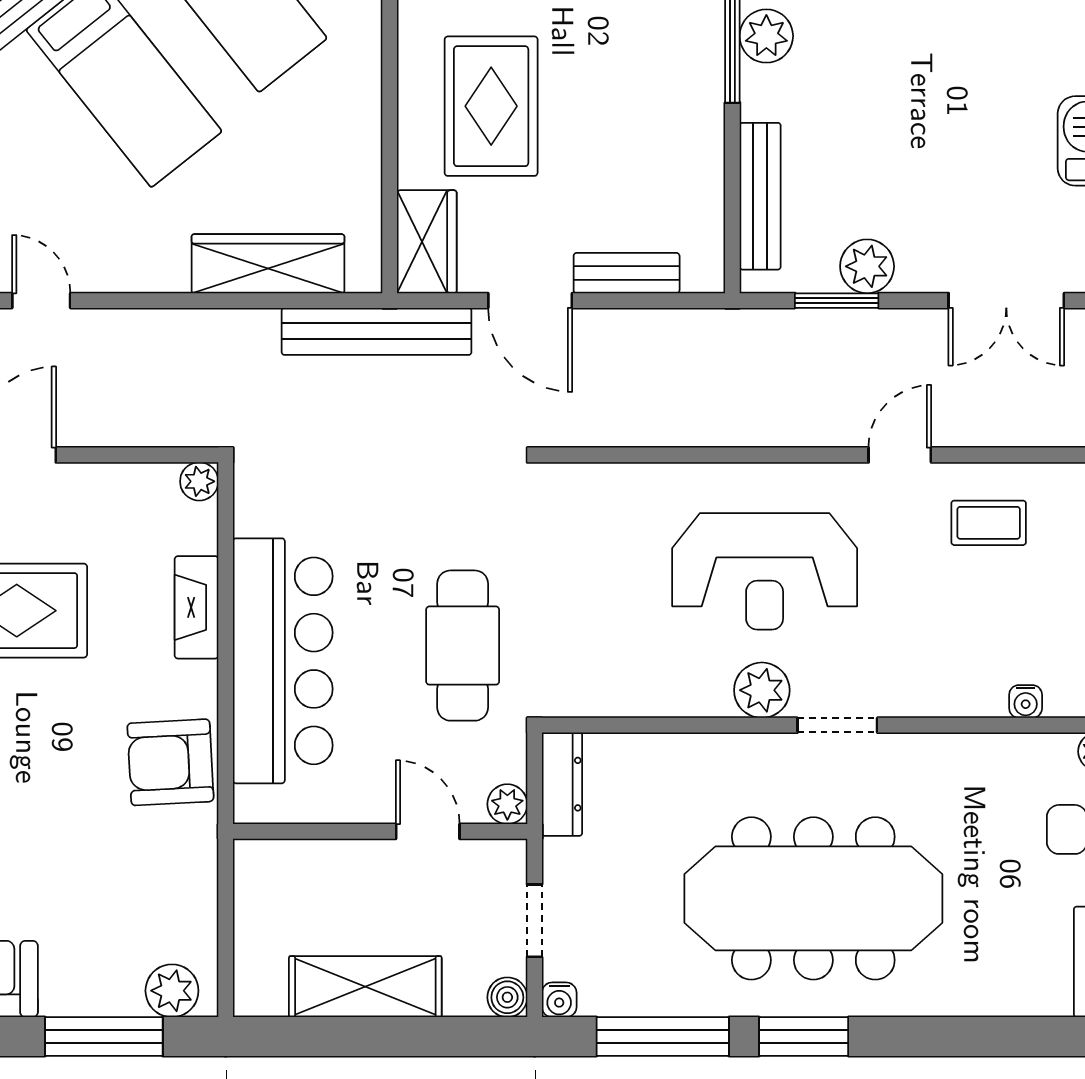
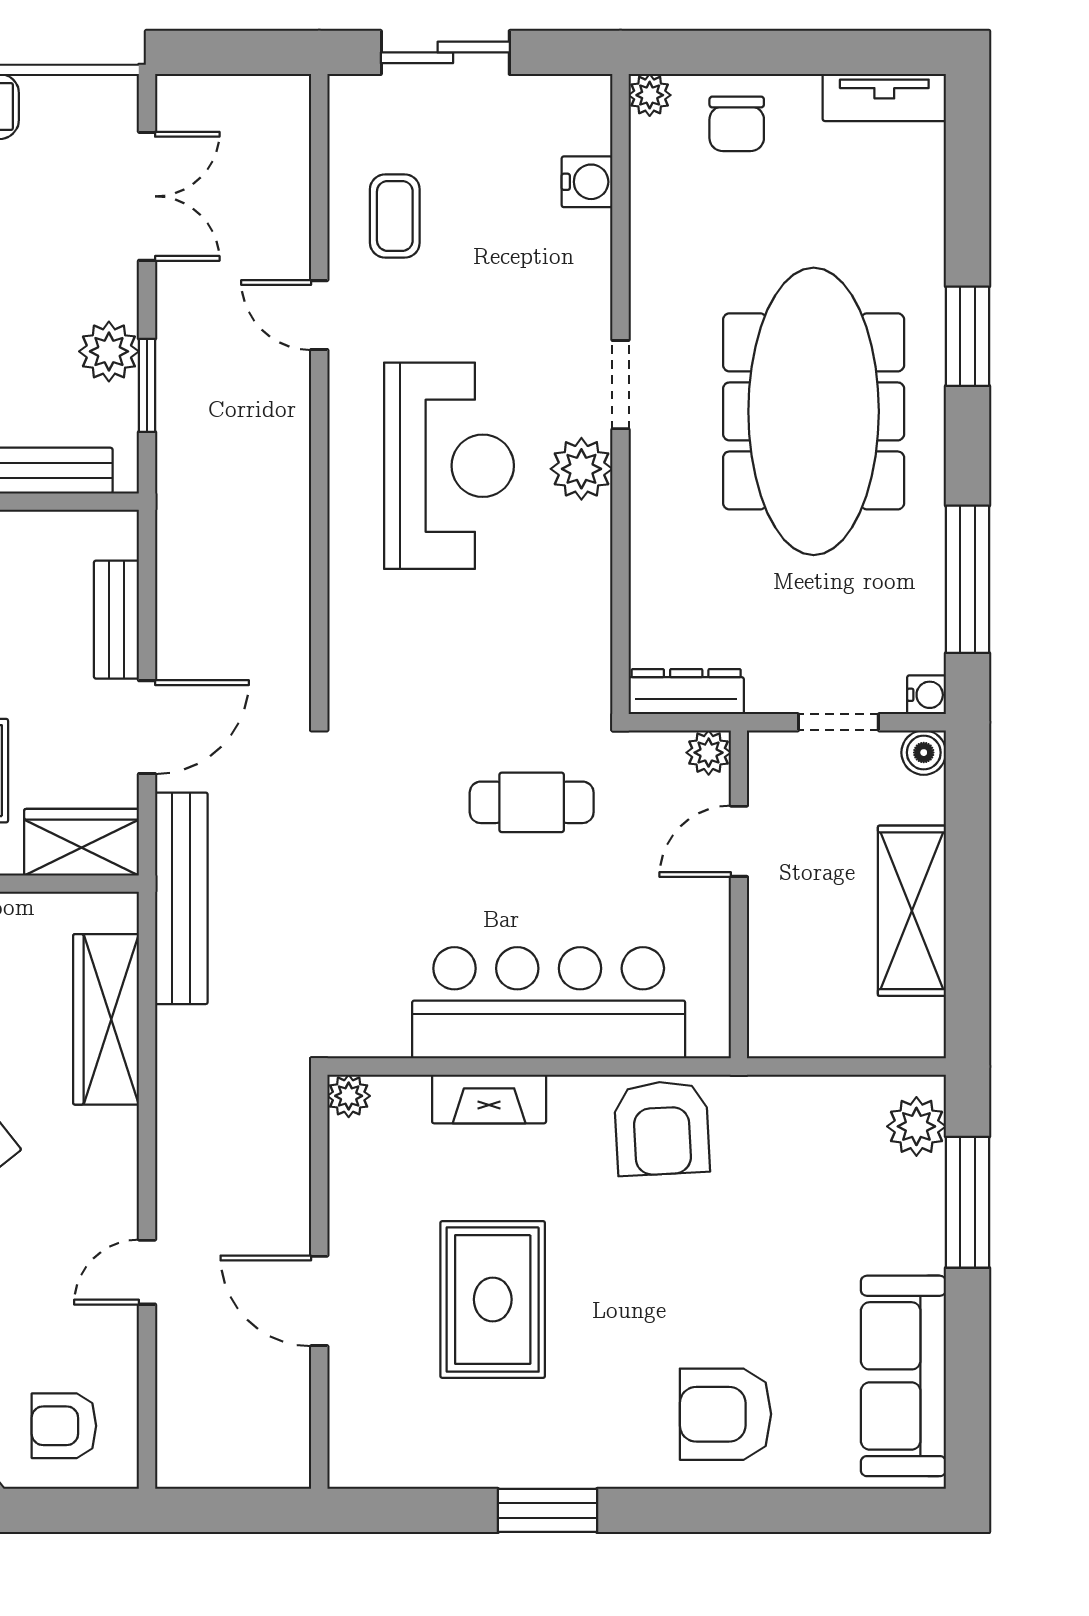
cafe table: (463, 646) -> (532, 802), width x0.73, depth x0.74
water cooler: (1026, 702) -> (587, 182), width x1.38, depth x1.38
window: (804, 1037) -> (967, 336), moved

